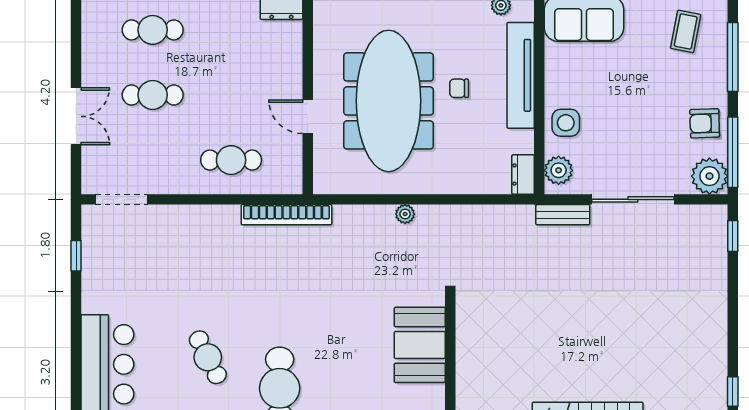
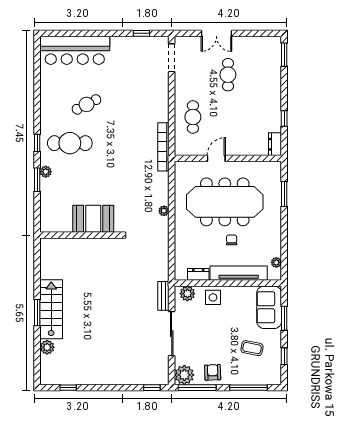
cafe table: (153, 30) -> (263, 75), removed
coffee table: (686, 31) -> (252, 348), moved
dresser: (523, 175) -> (198, 274), moved

